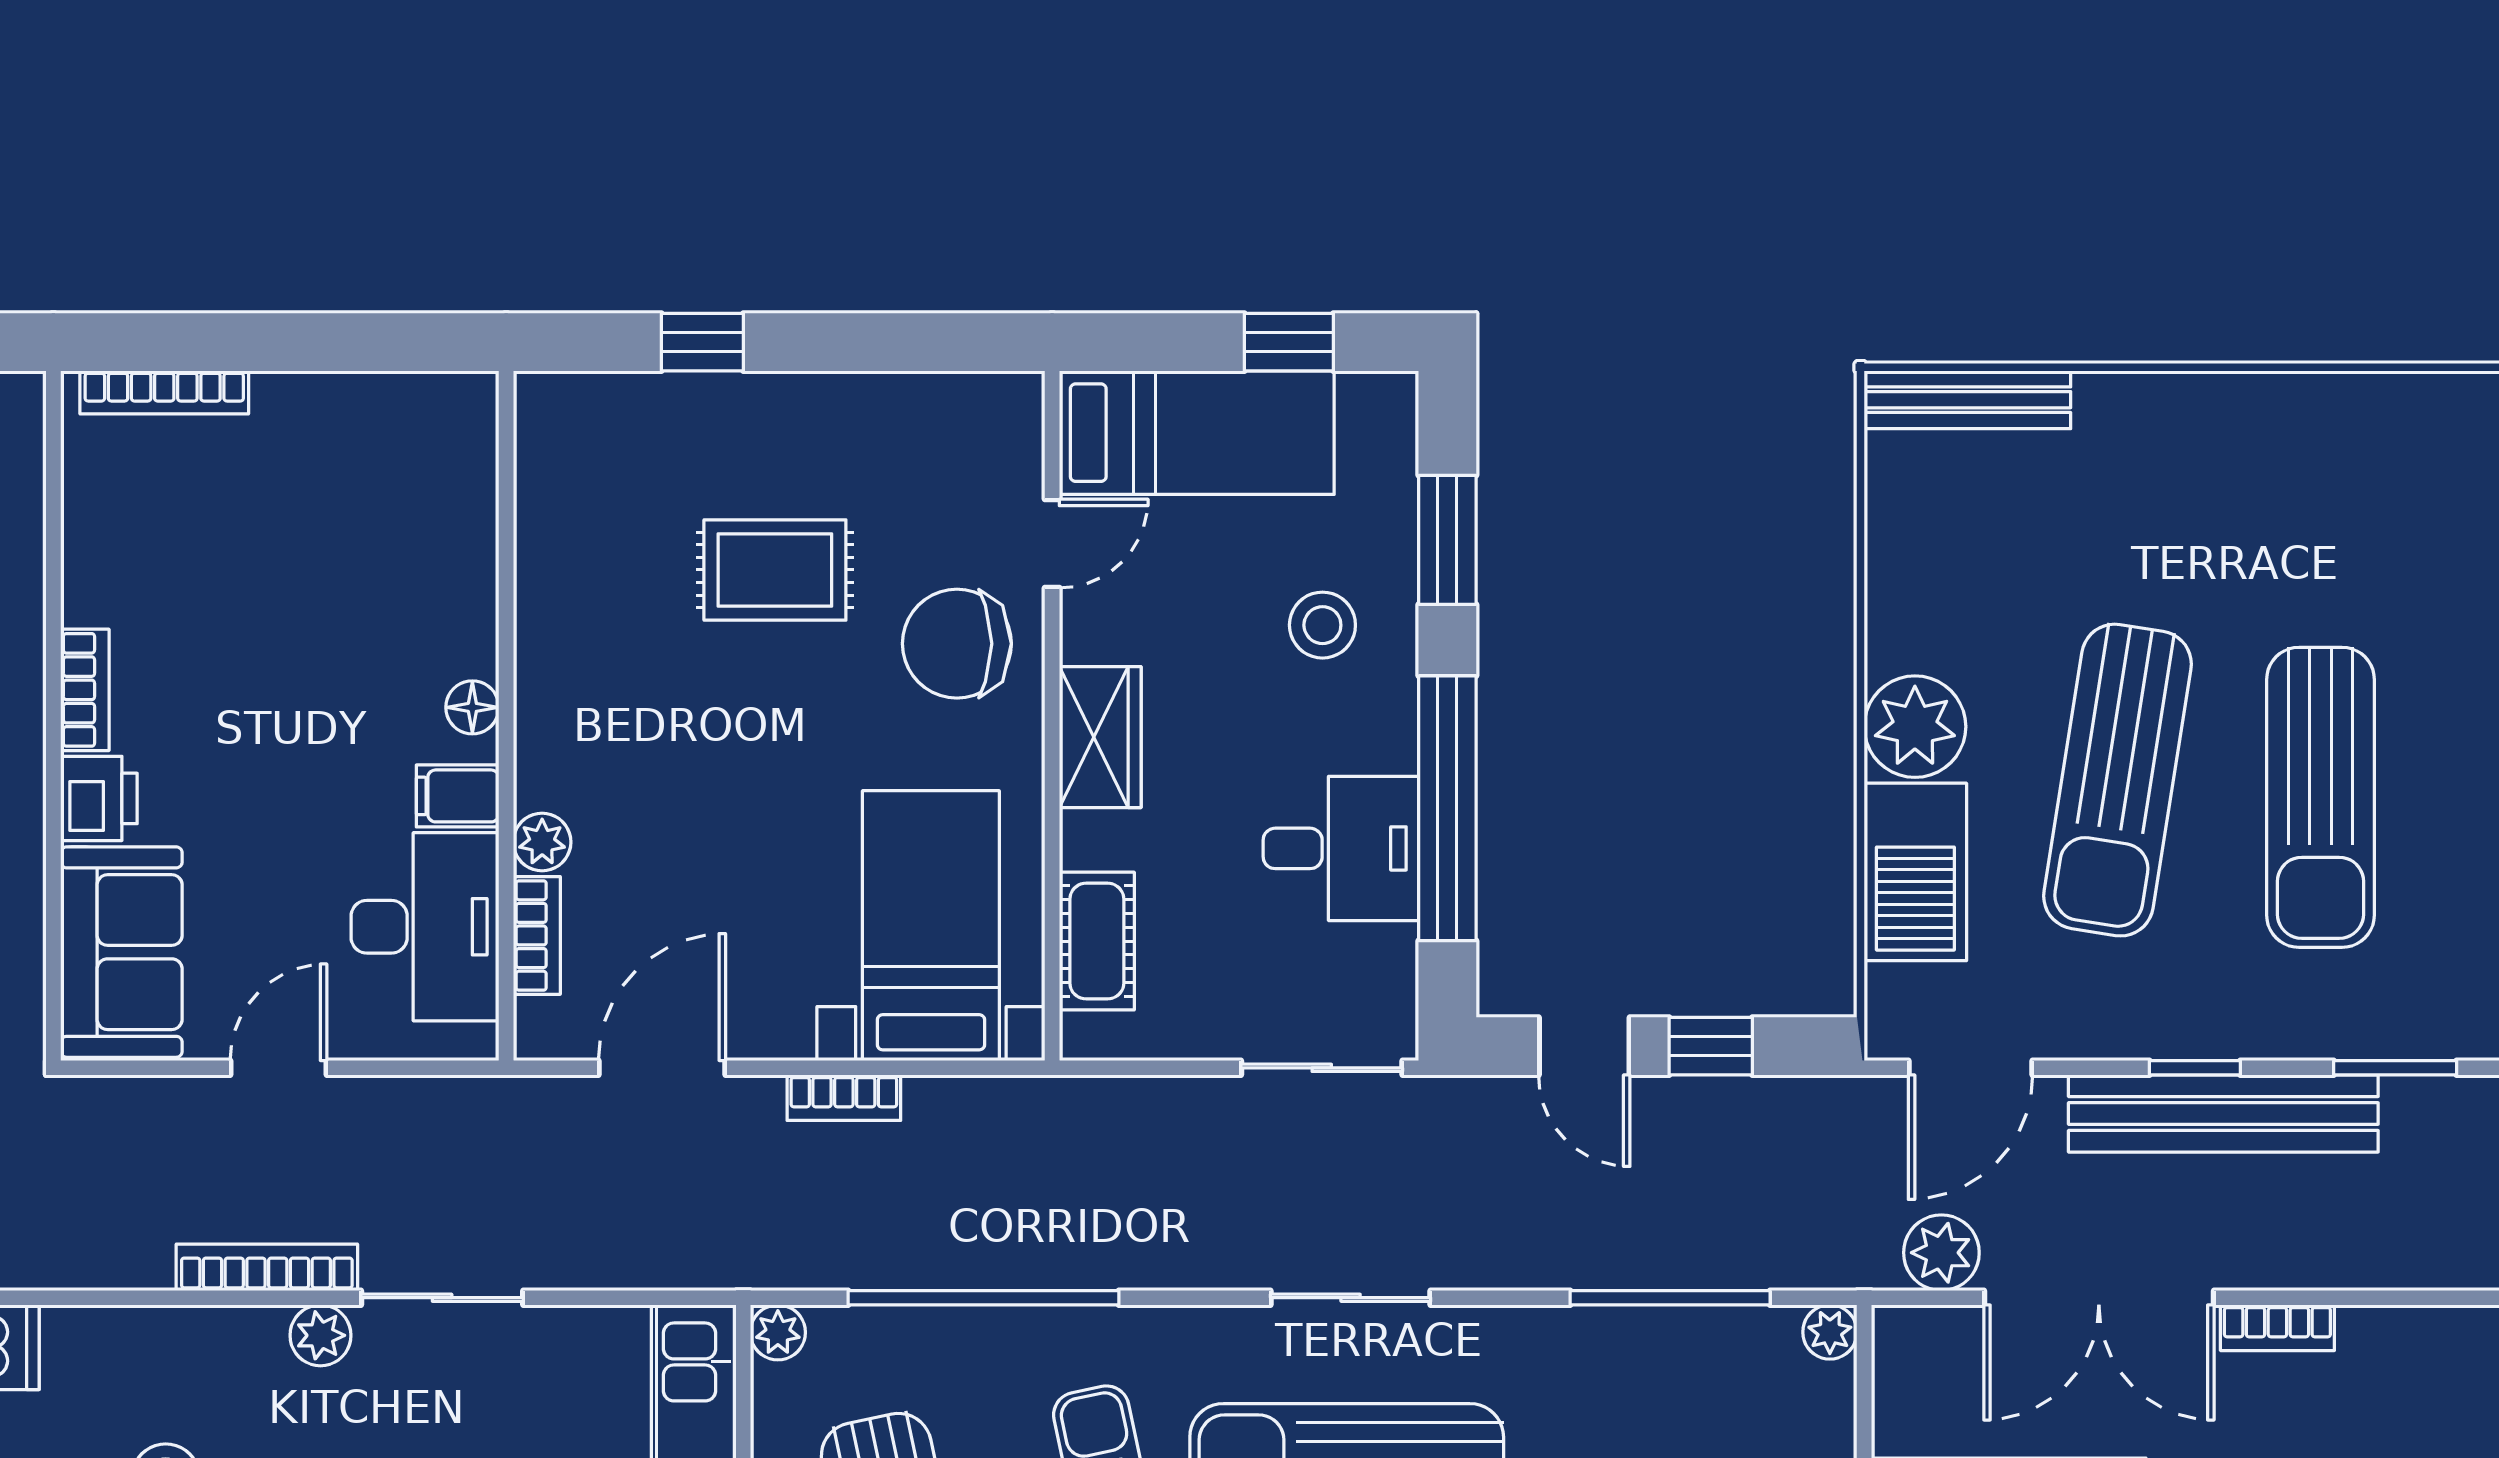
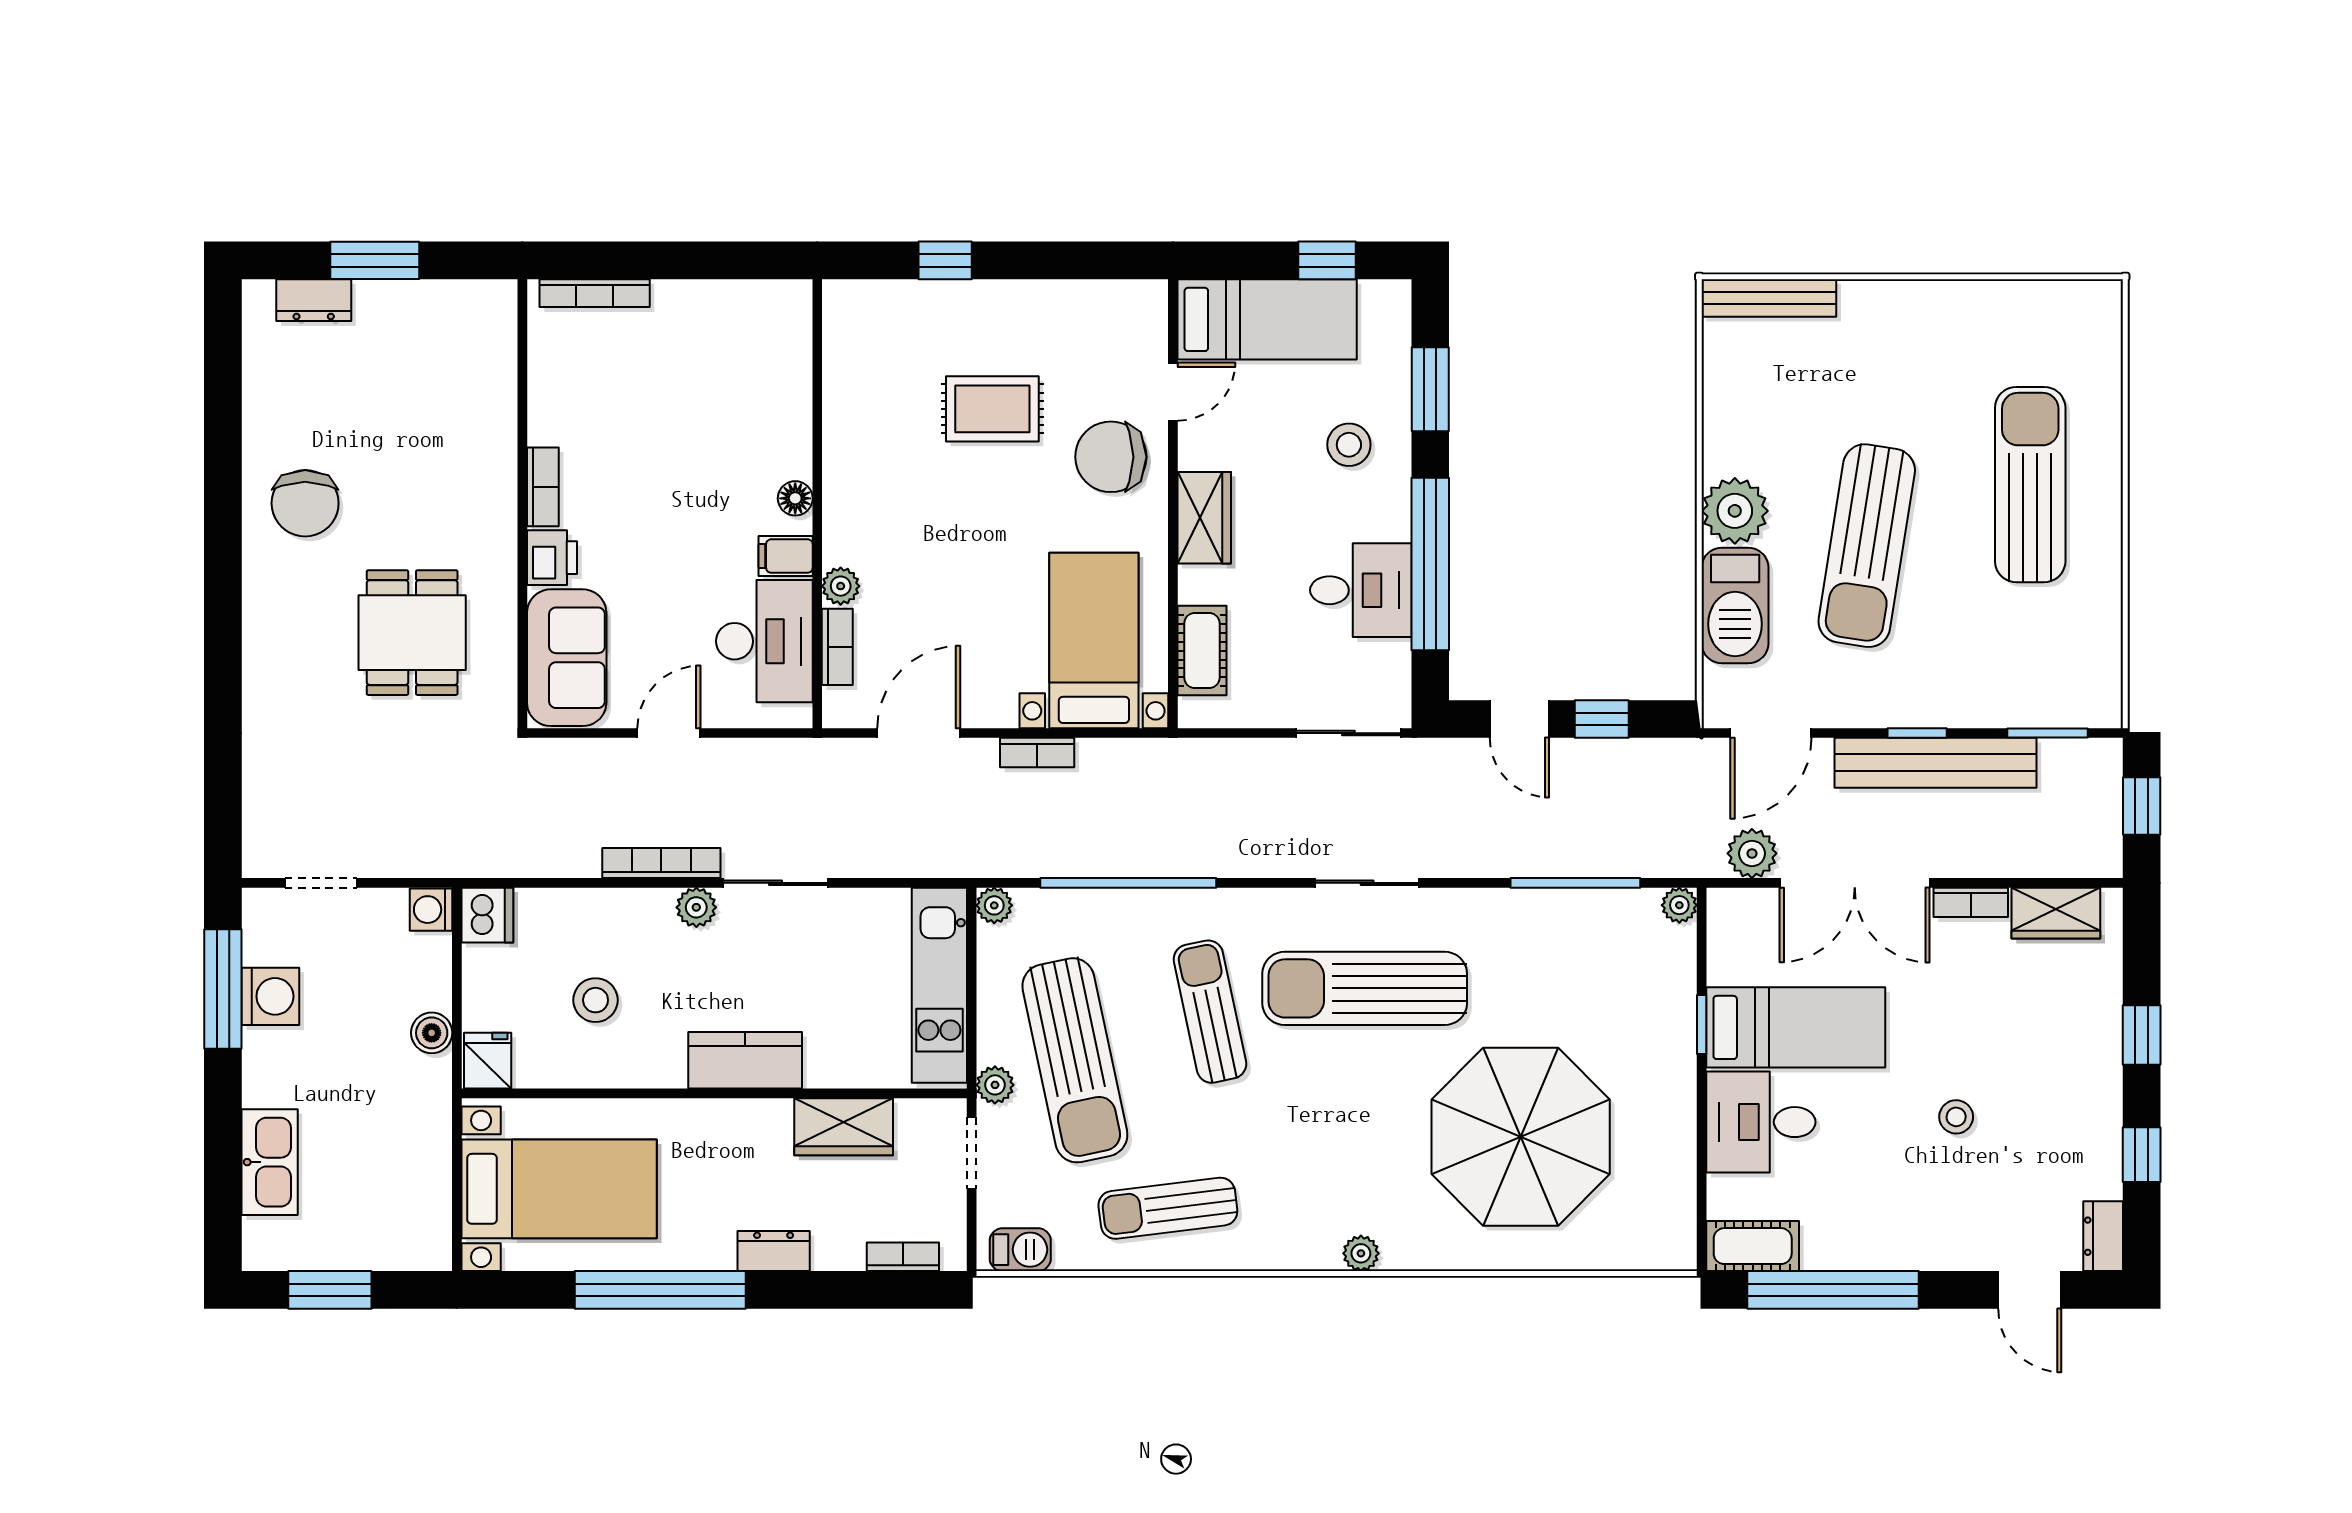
sun lounger: (2321, 797) -> (2030, 485), moved, turned 180
wardrobe: (2408, 1344) -> (2056, 913), added

